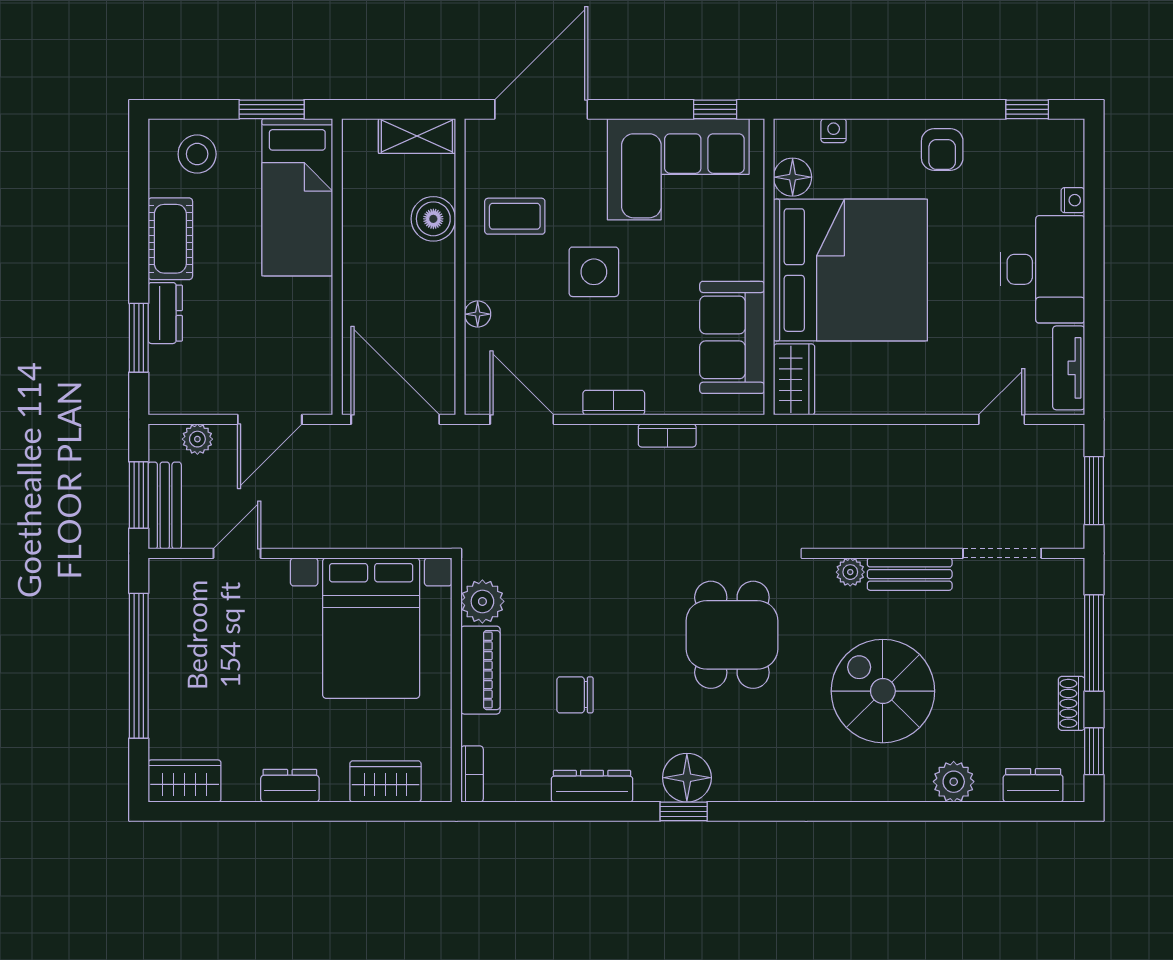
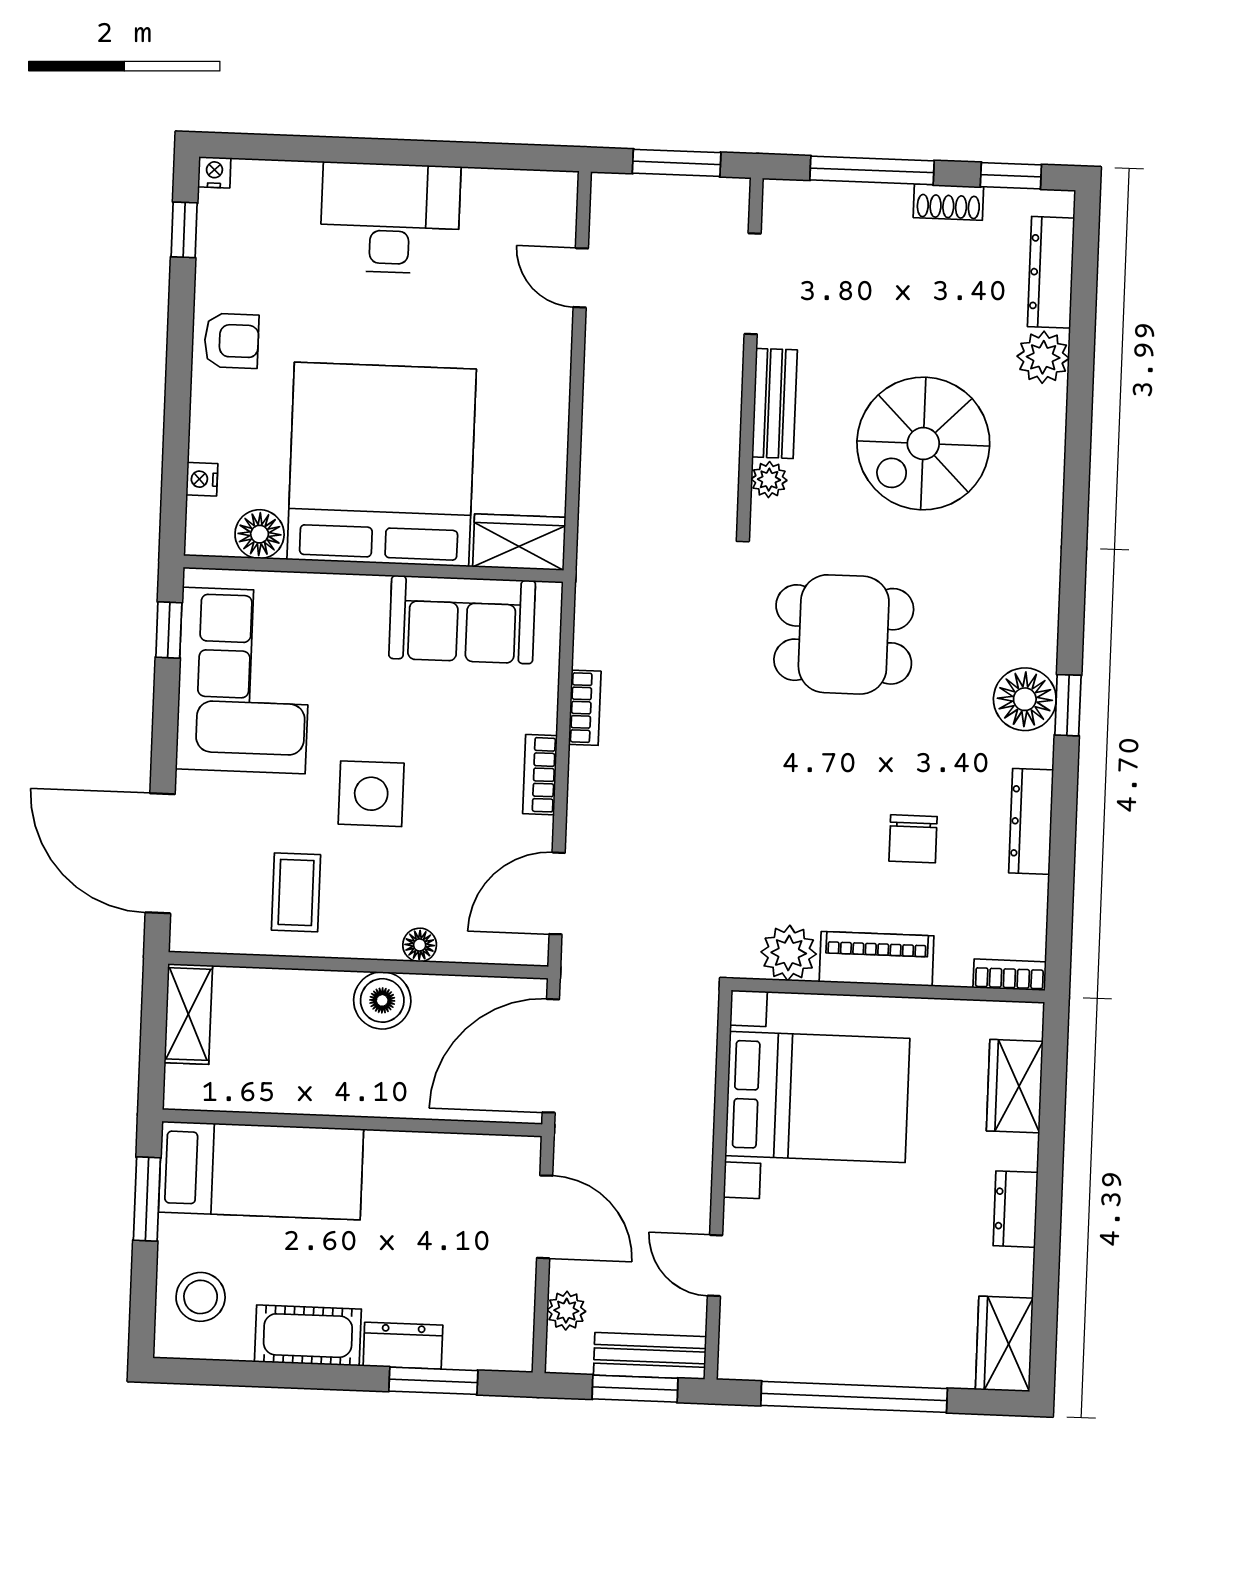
nightstand: (1073, 200) -> (214, 172), moved
boiler: (433, 219) -> (382, 1000), moved
tv unit: (1069, 368) -> (518, 189), removed
dresser: (1033, 785) -> (1051, 272), width x1.44

